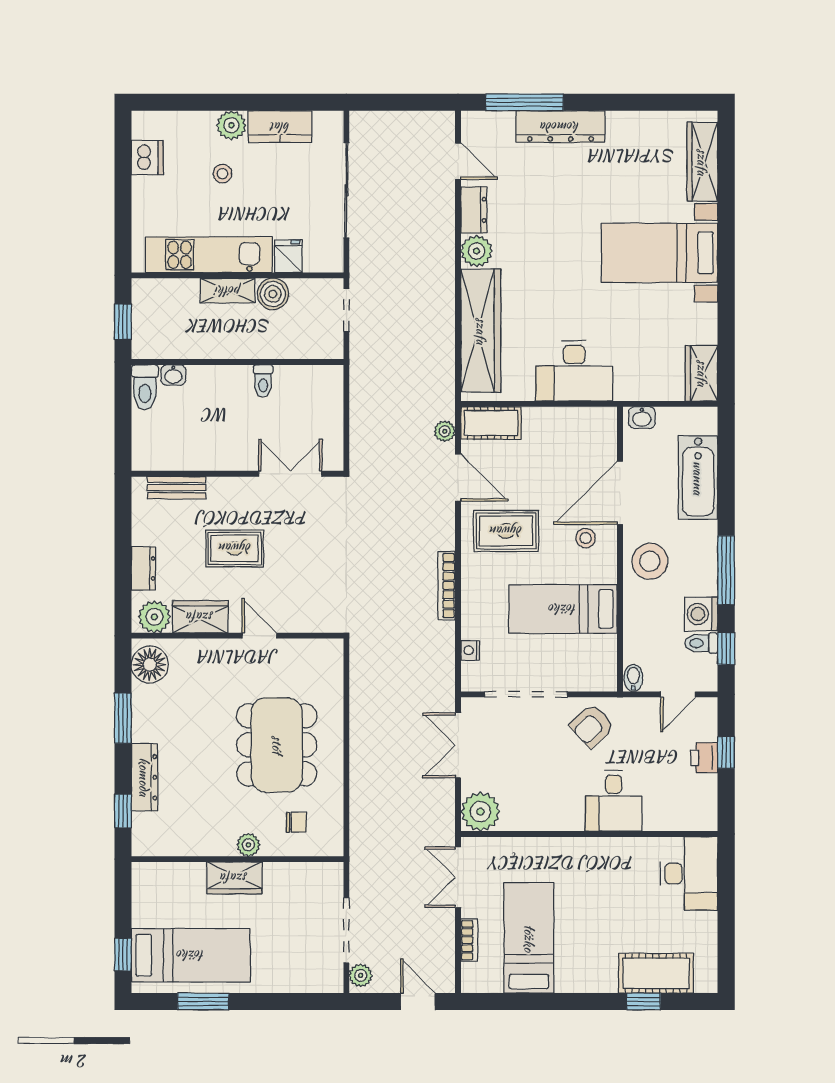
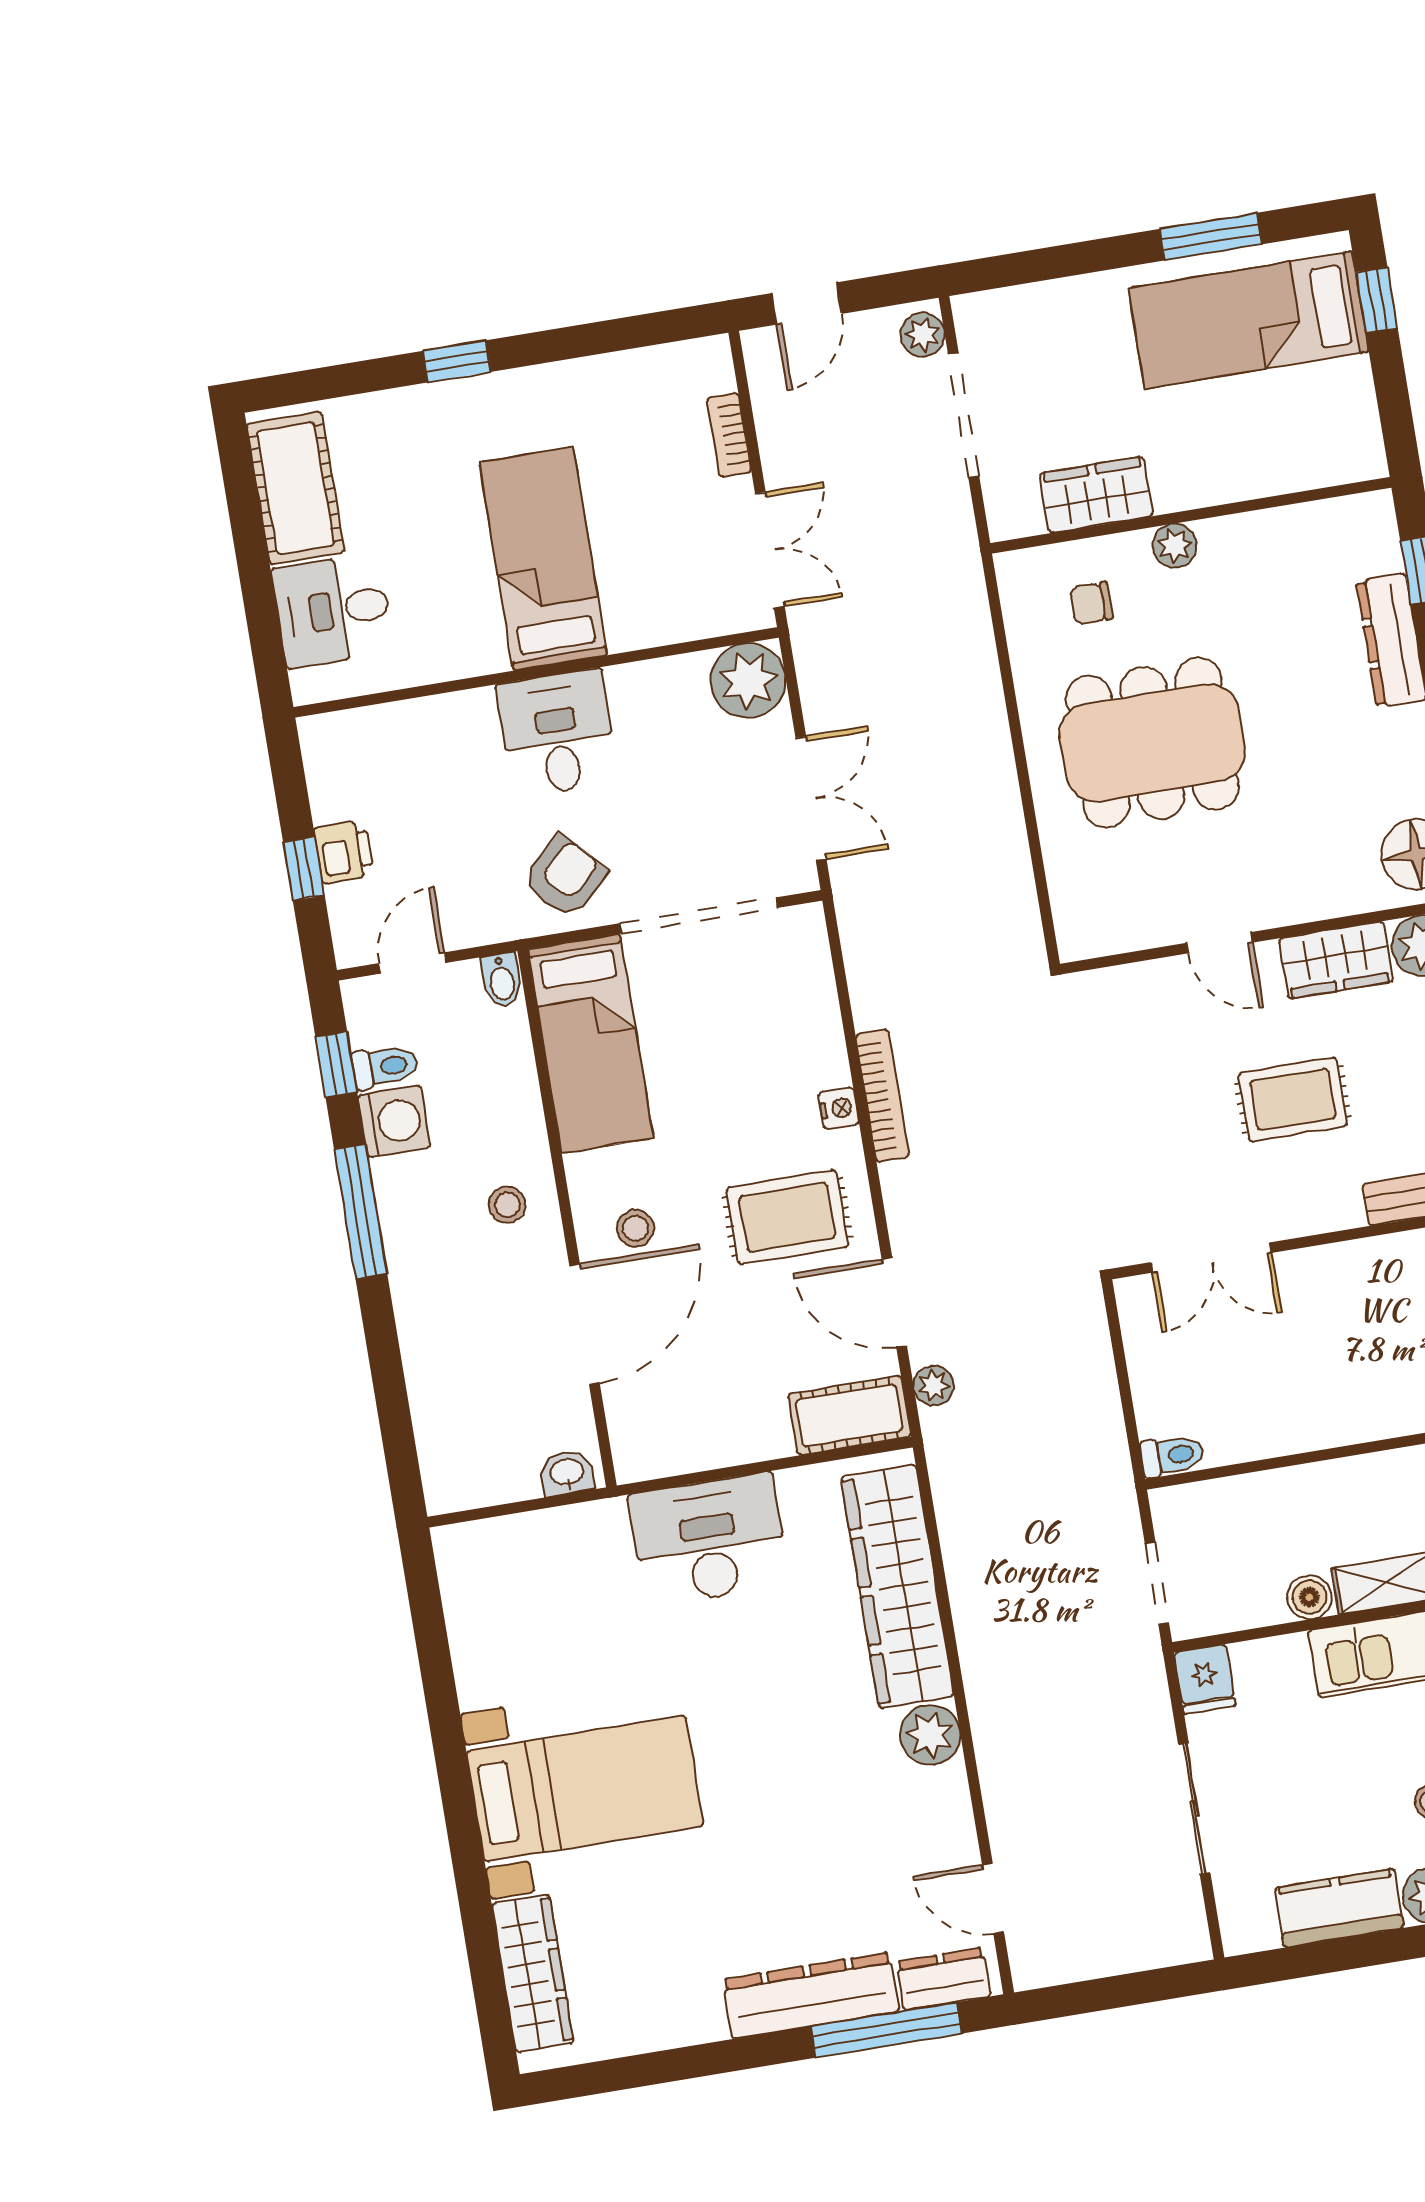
sliding door: (346, 190) -> (1194, 1809), width x0.73
dresser: (474, 210) -> (943, 1979), moved, turned 90
fridge: (288, 256) -> (1205, 1679), moved
boiler: (273, 294) -> (1309, 1597), width x0.73, depth x0.73
wardrobe: (702, 373) -> (468, 1575), removed
toilet: (263, 381) -> (1172, 1455), moved, turned 90
bathtub: (698, 478) -> (442, 1377), removed
stool: (650, 561) -> (507, 1205), width x0.53, depth x0.53
bed: (563, 609) -> (591, 1044), moved, turned 90
nightstand: (470, 650) -> (839, 1108), moved
dining table: (277, 745) -> (1152, 743), turned 90
desk: (614, 801) -> (557, 733), moved
desk: (689, 874) -> (333, 610), width x0.73
wardrobe: (234, 878) -> (1096, 495), moved
bed: (529, 938) -> (543, 559), moved, turned 180
cot: (656, 973) -> (296, 488), moved, turned 90
door: (418, 1002) -> (807, 303), hinge flipped
window: (644, 1002) -> (457, 361), moved

